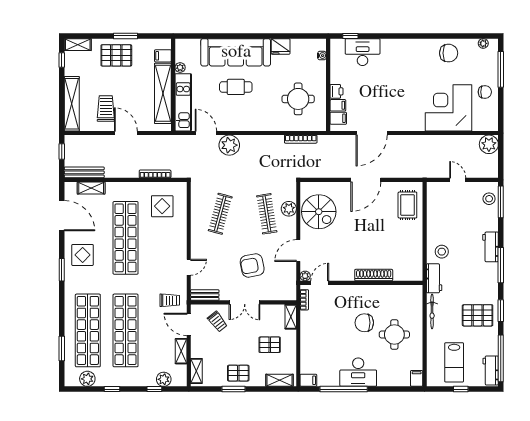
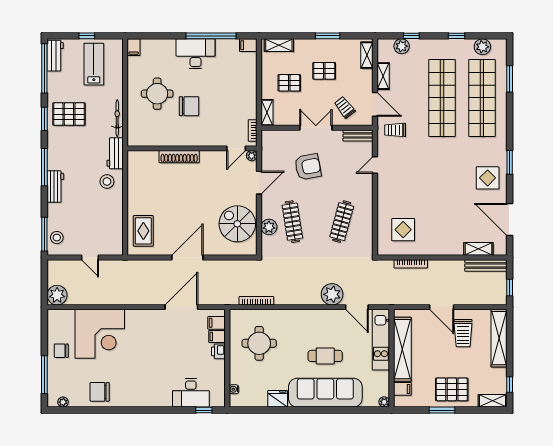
plant: (180, 67) -> (384, 402), moved
shop shelf: (126, 238) -> (442, 196), removed
pallet: (238, 373) -> (324, 71), moved

